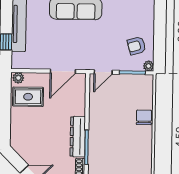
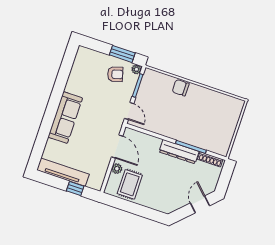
armchair: (136, 46) -> (115, 74), turned -90
window: (160, 46) -> (122, 54), added
plant: (18, 78) -> (117, 169), moved

